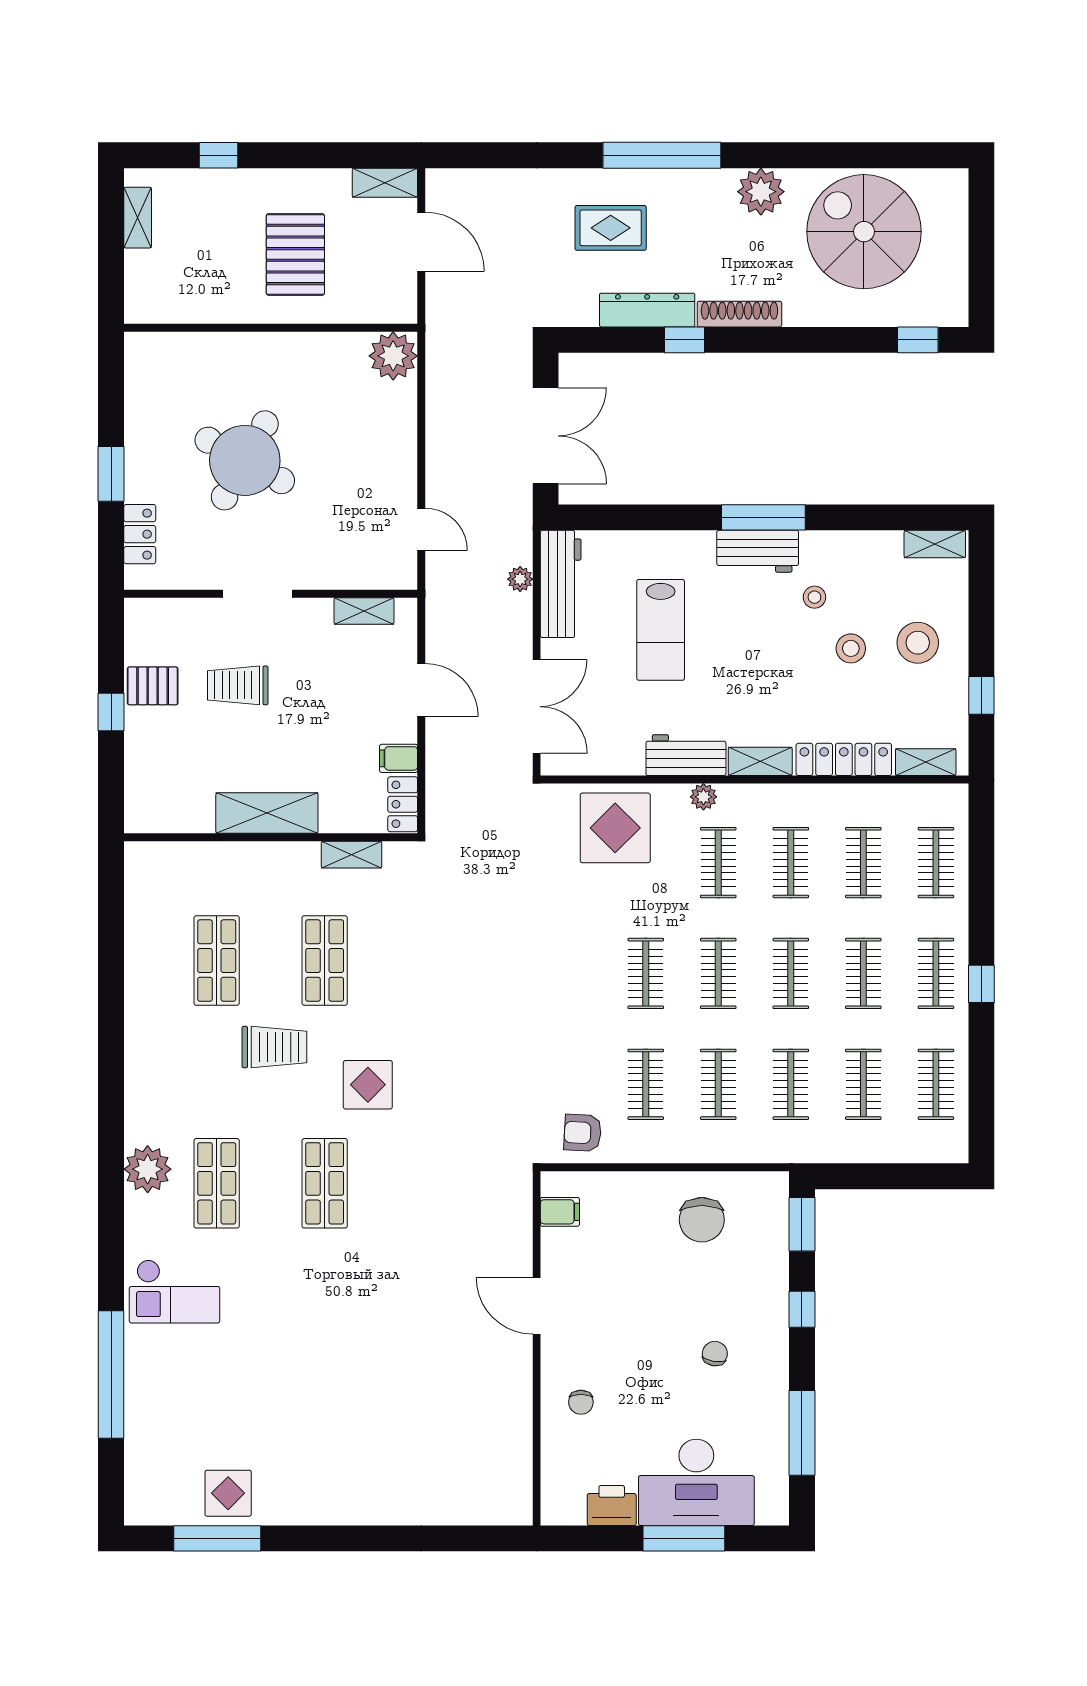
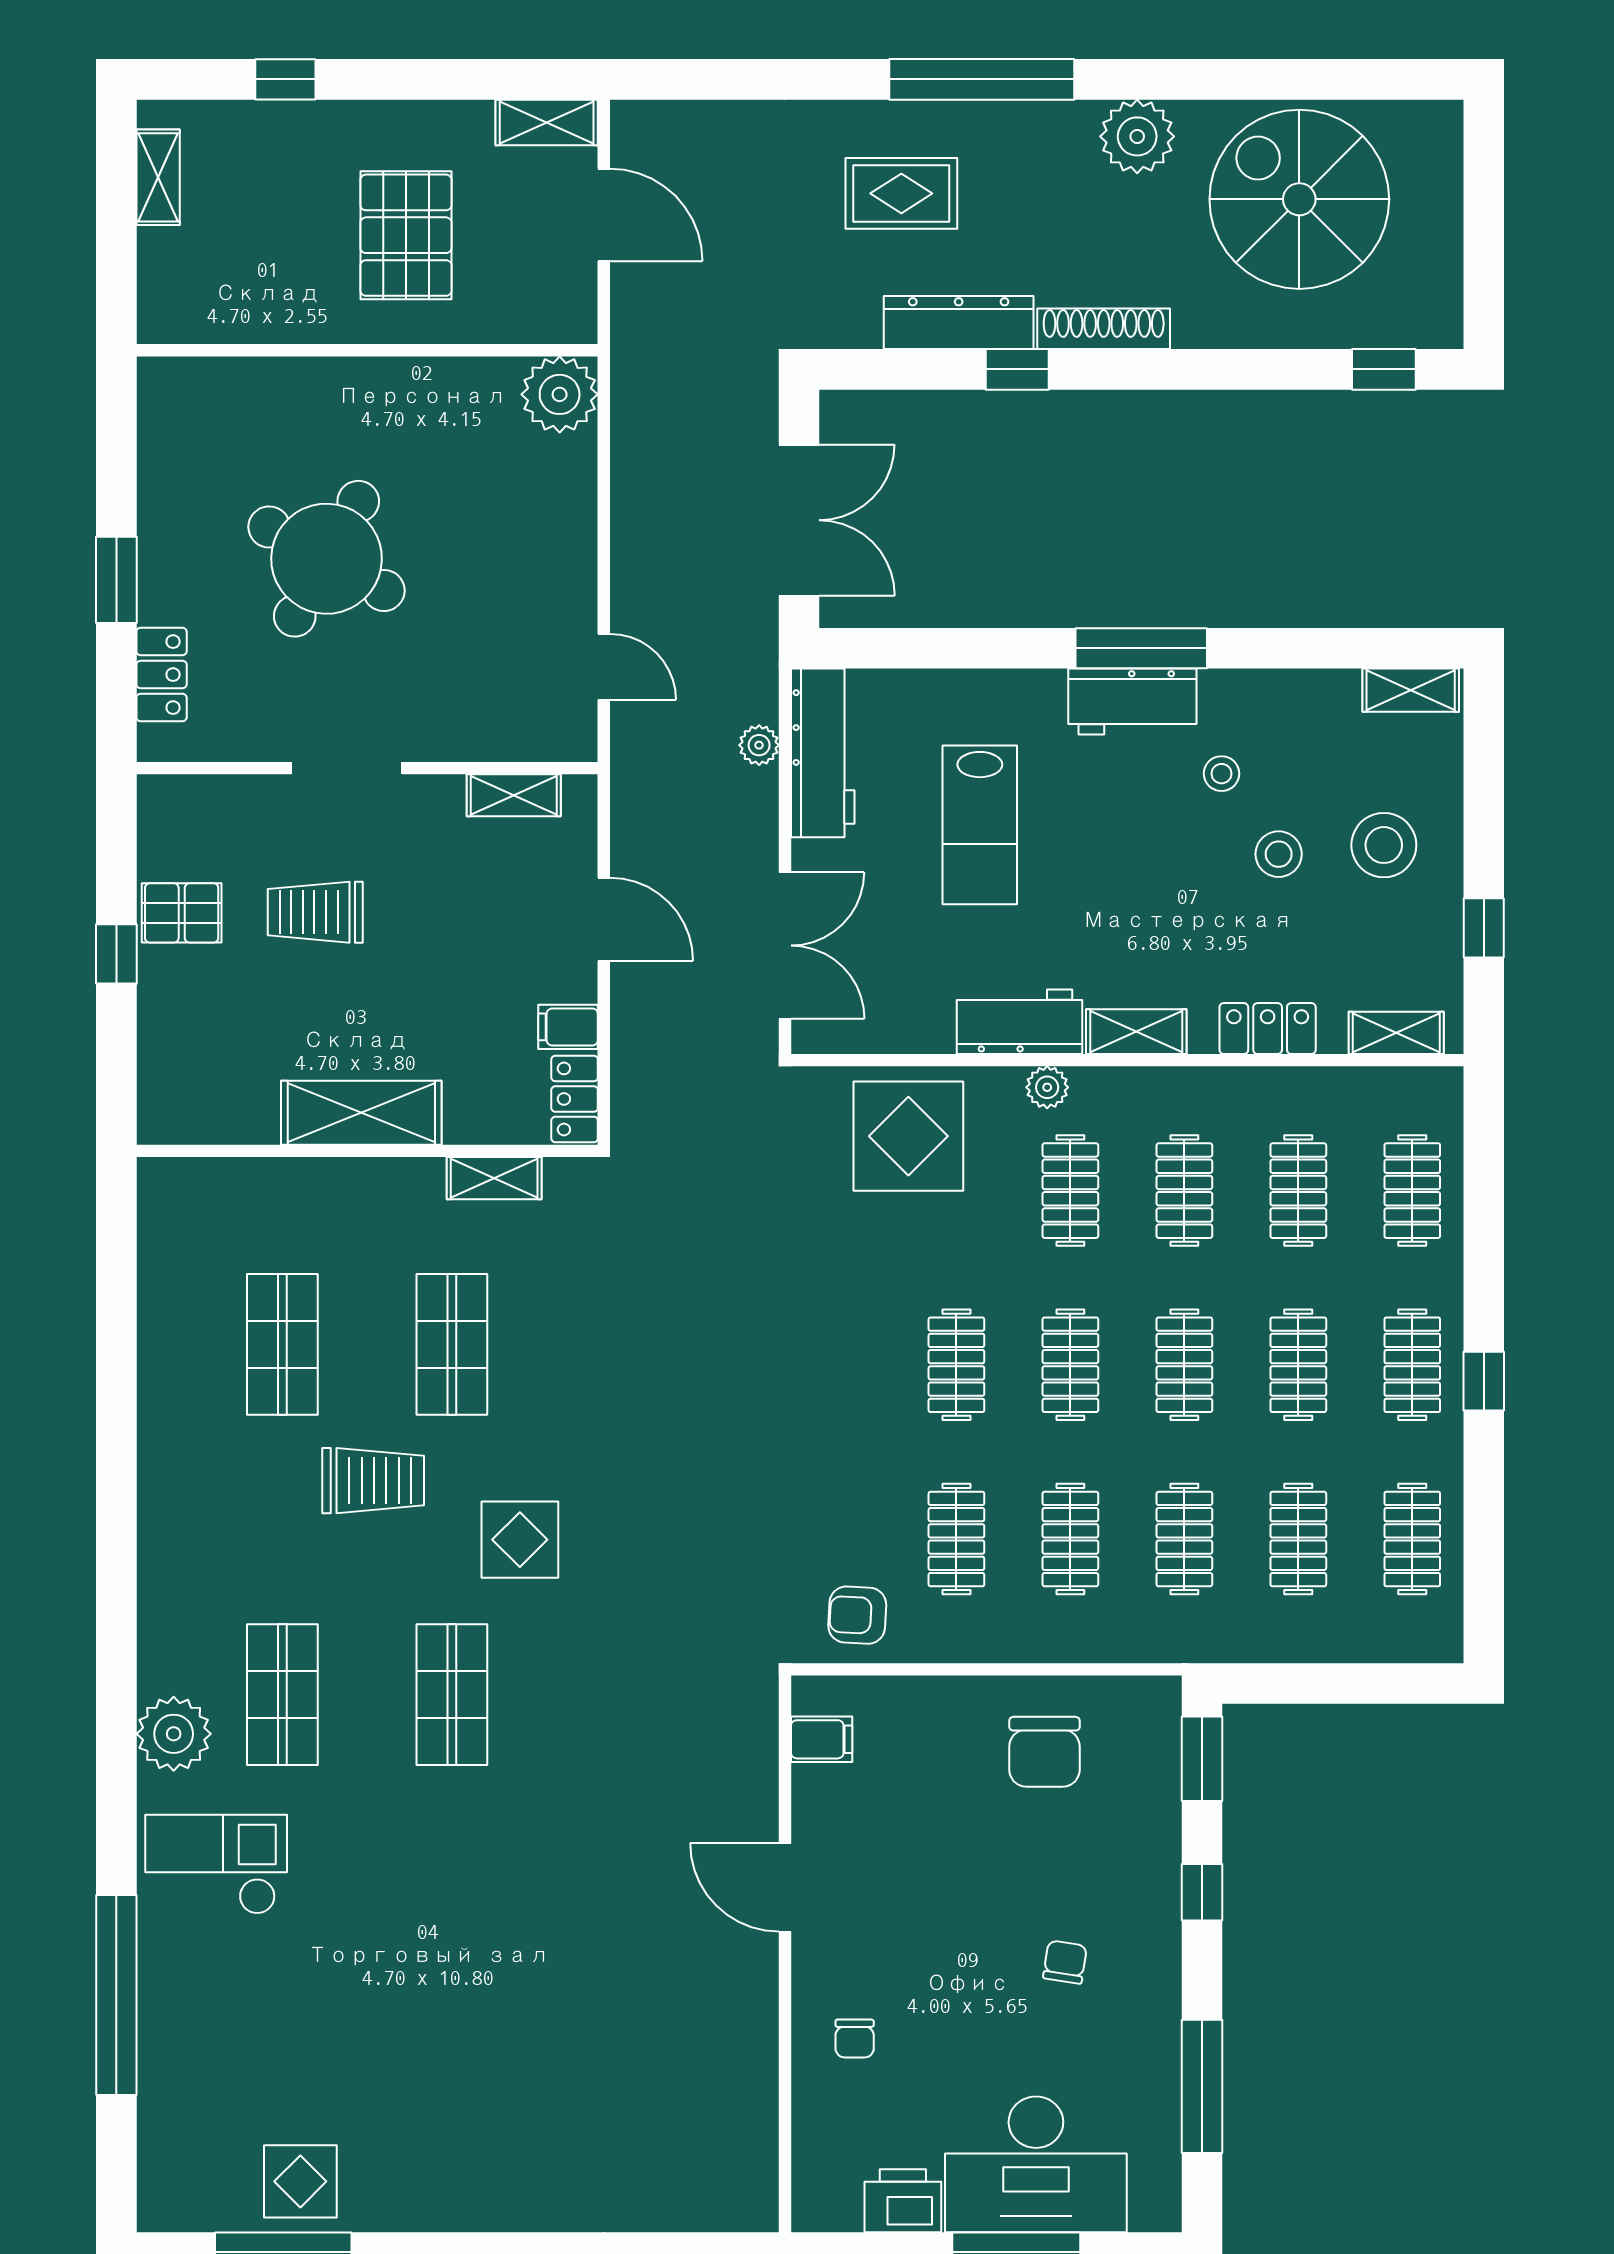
locker: (844, 759) -> (1268, 1029), width x0.66
plant: (148, 1169) -> (174, 1734), moved
checkout: (175, 1291) -> (216, 1864), turned 180

